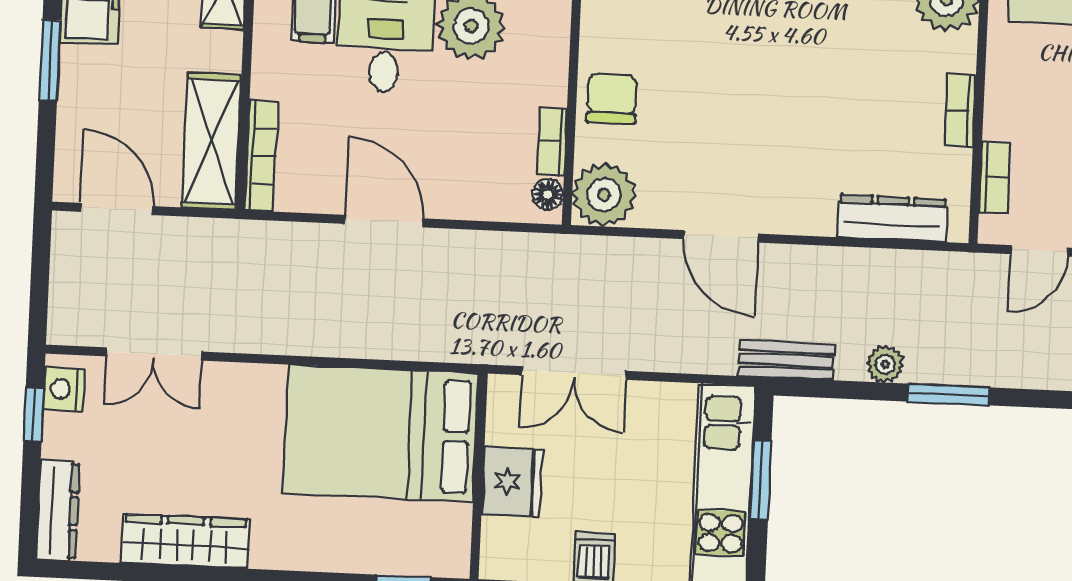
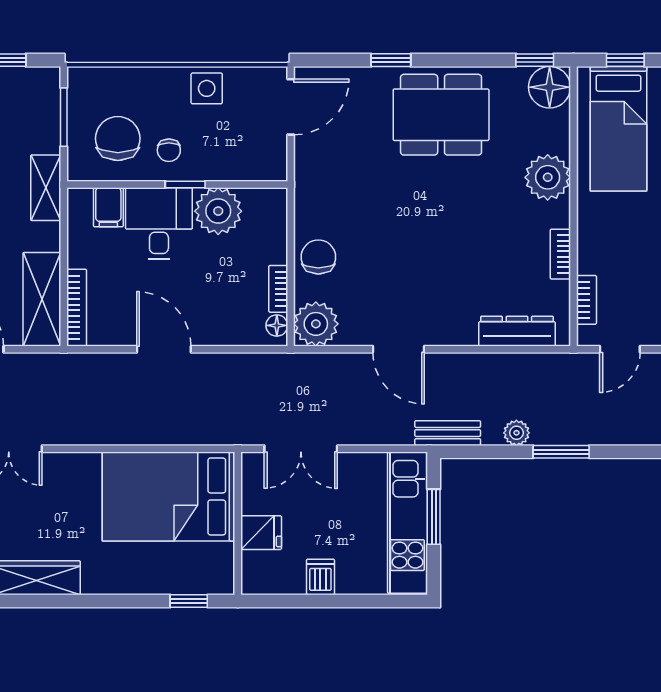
fridge: (512, 482) -> (261, 533), width x0.72

